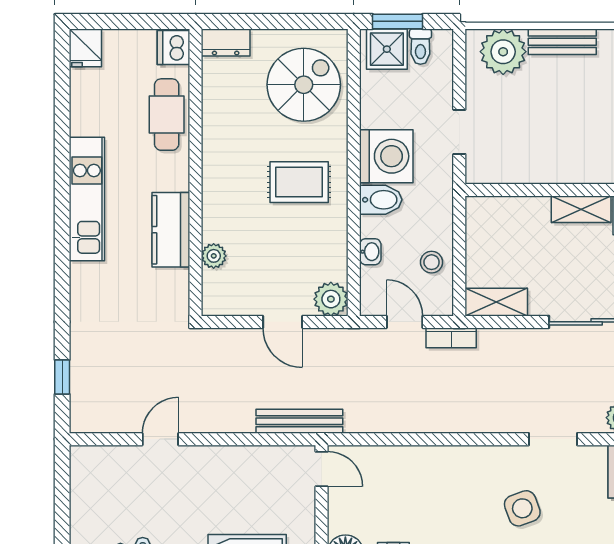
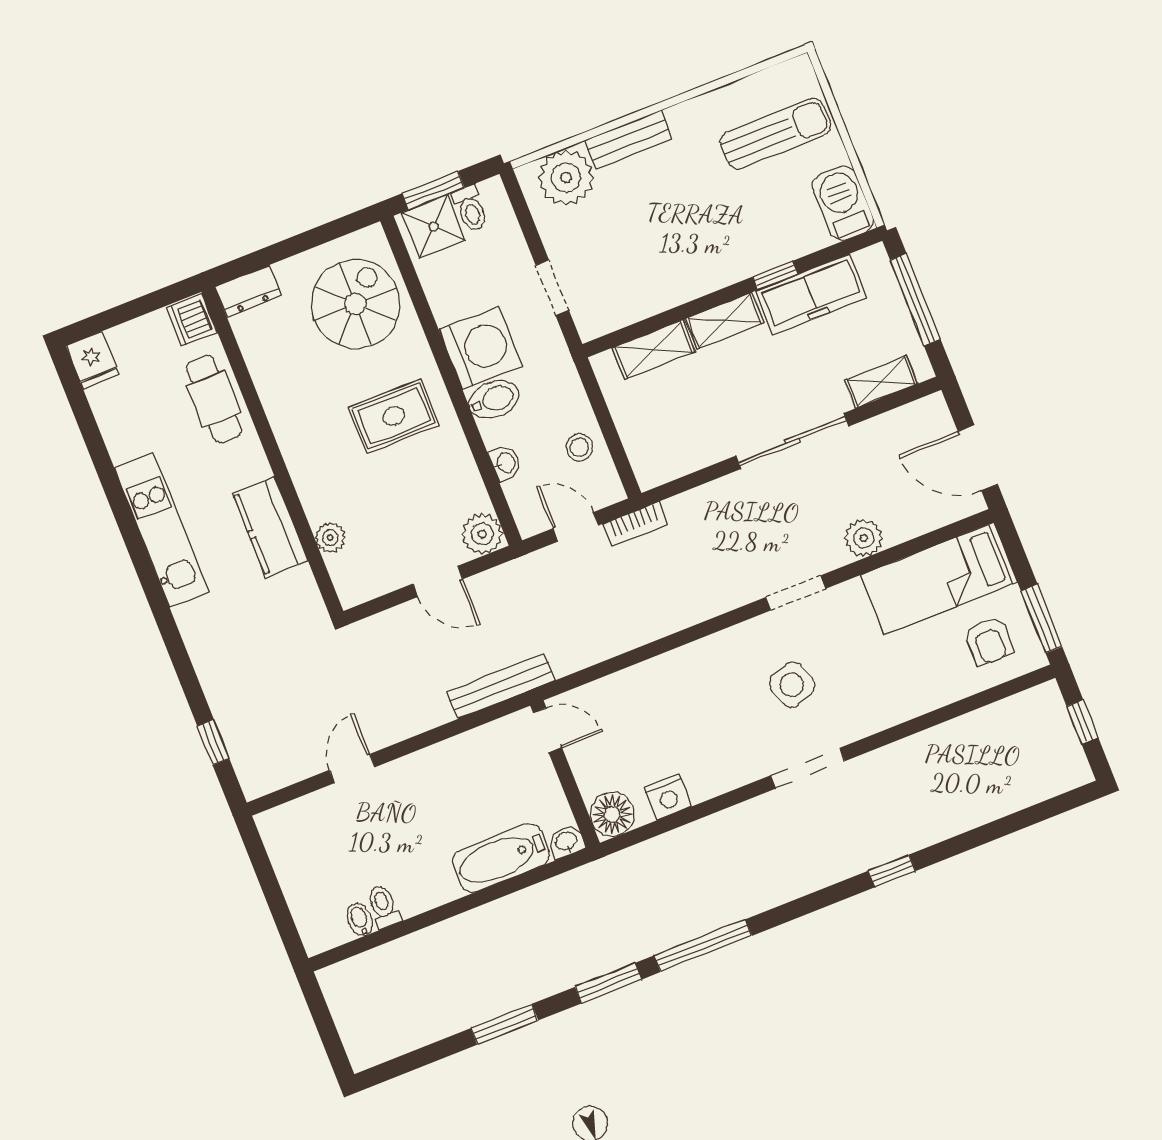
shelving: (496, 302) -> (654, 350), moved

